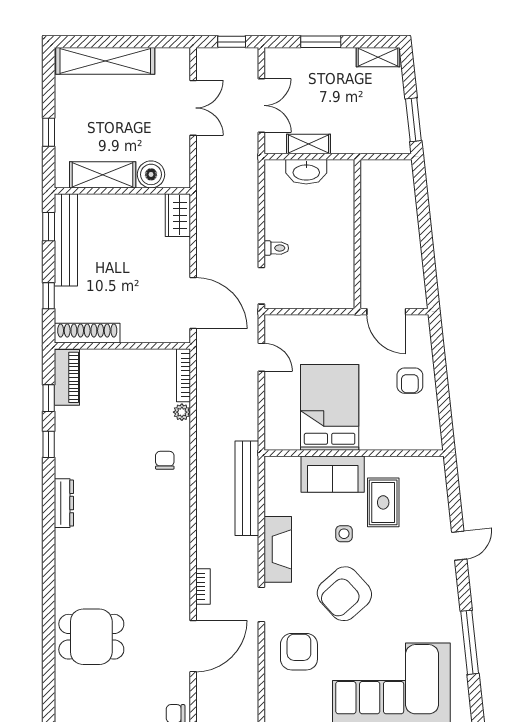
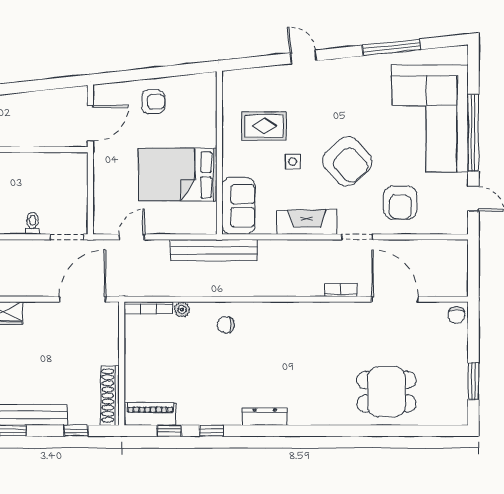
sofa: (333, 474) -> (238, 206), moved
bench: (247, 488) -> (214, 250), moved
dining table: (91, 637) -> (386, 392), turned 90
armchair: (299, 652) -> (400, 203), turned -90

